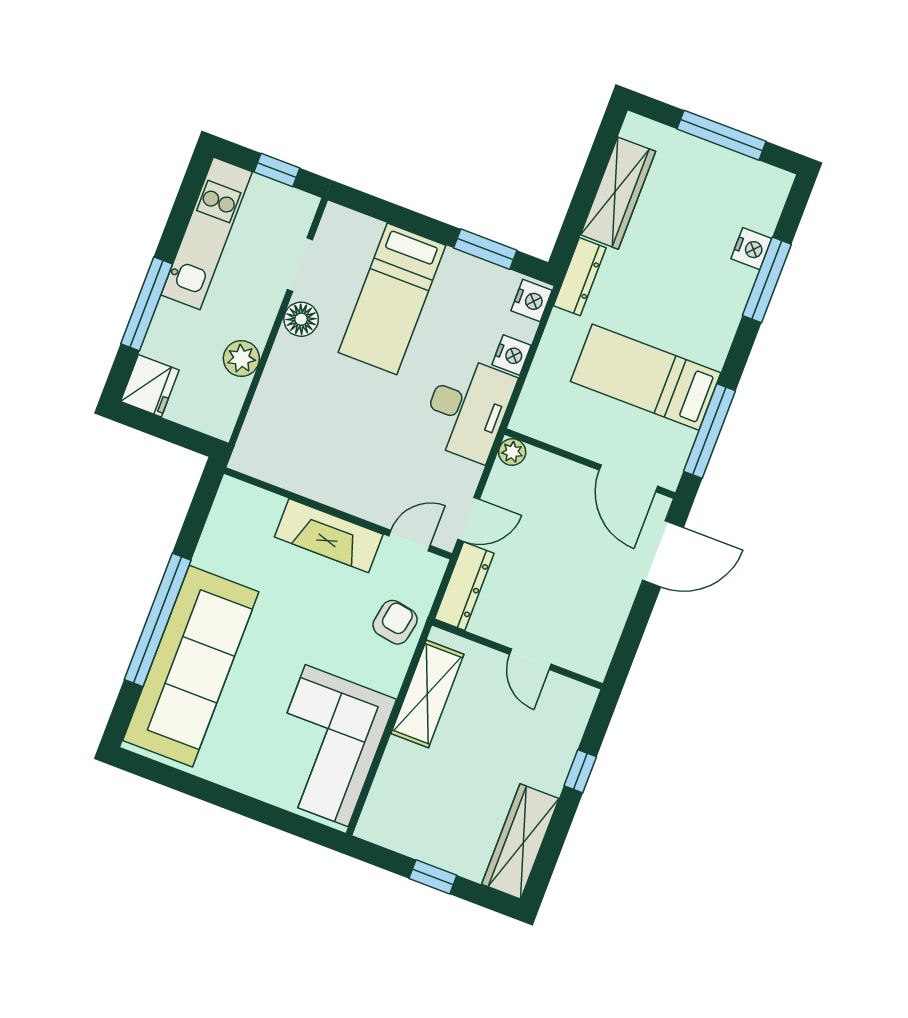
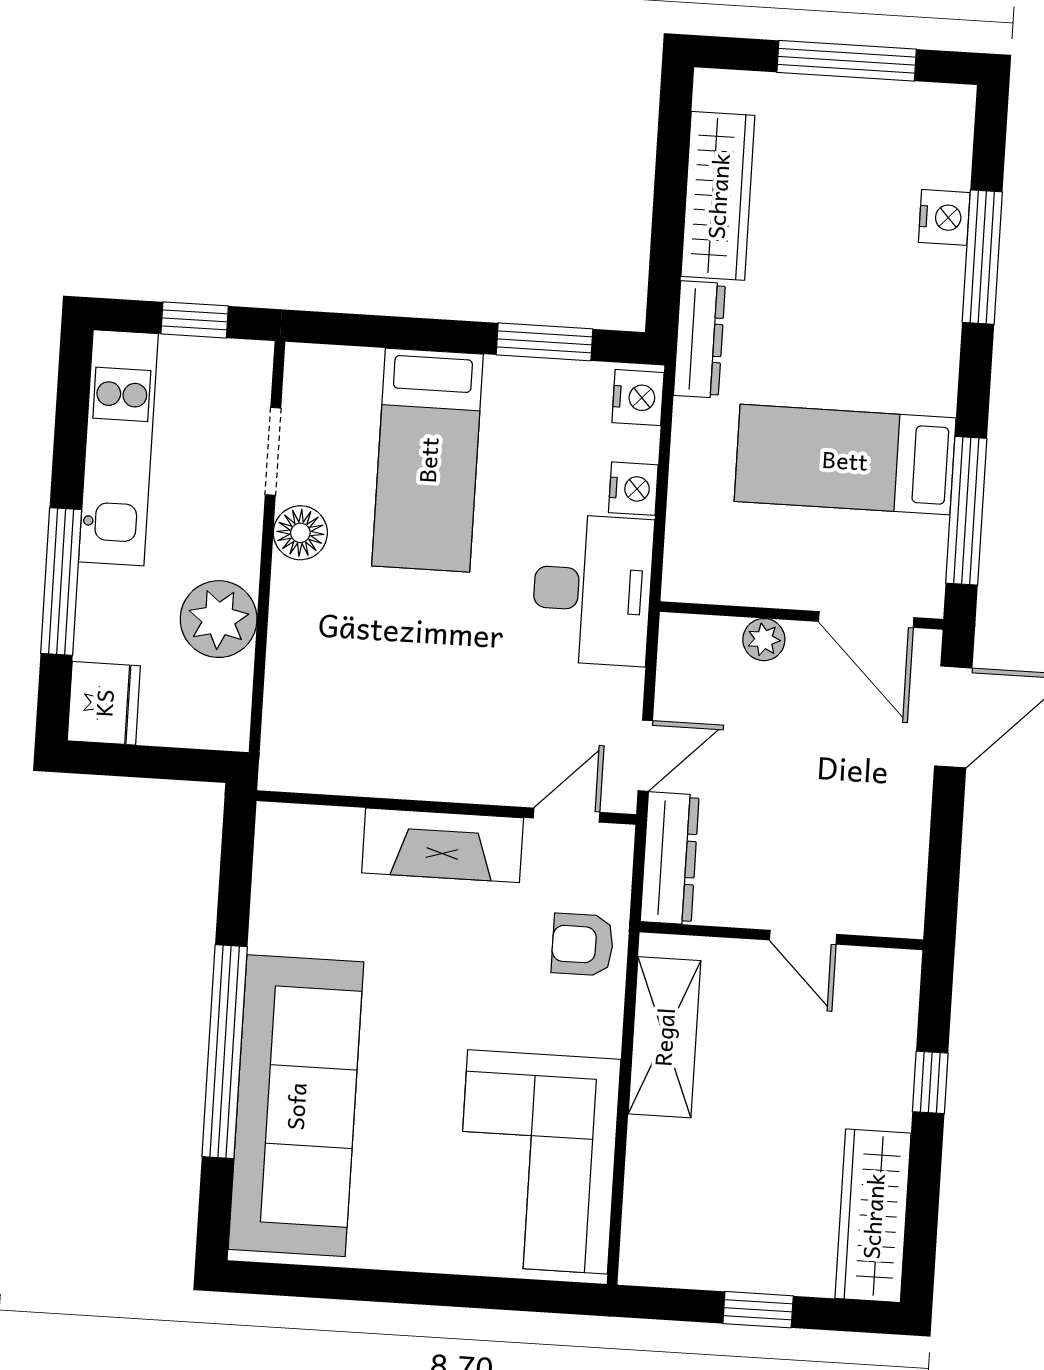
plant: (241, 358) -> (219, 619), width x1.36, depth x1.36
plant: (512, 452) -> (764, 640), moved
armchair: (395, 622) -> (583, 945), turned -100

